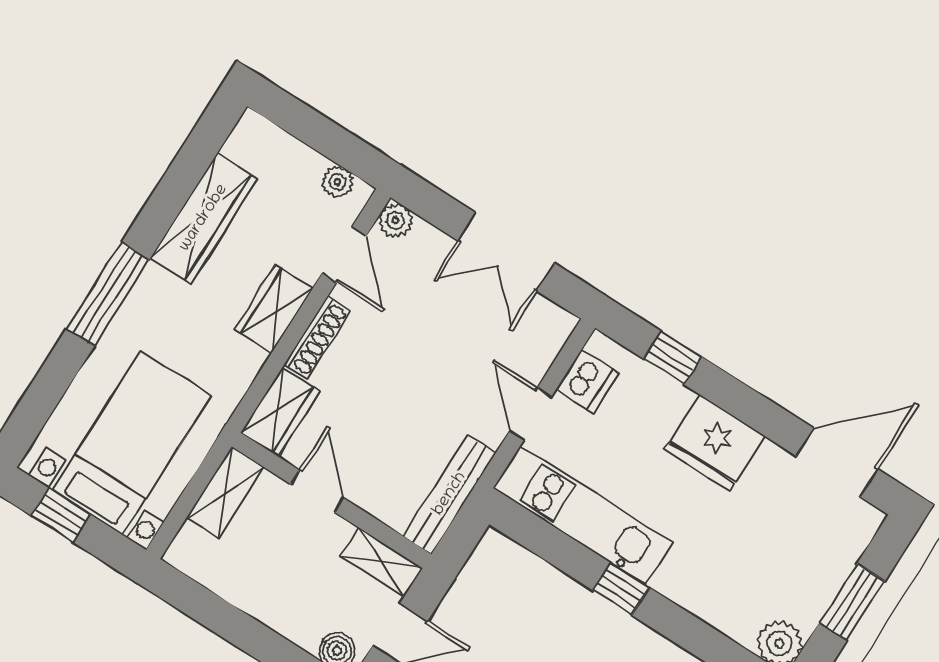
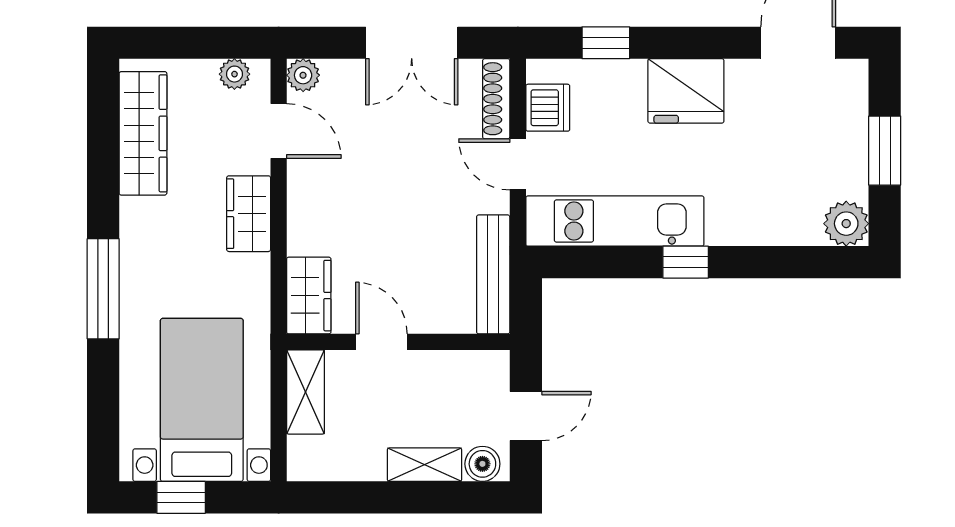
wardrobe: (204, 218) -> (143, 133), moved
shoe rack: (317, 338) -> (496, 99), moved, turned 180
shelving: (382, 562) -> (425, 465), moved

